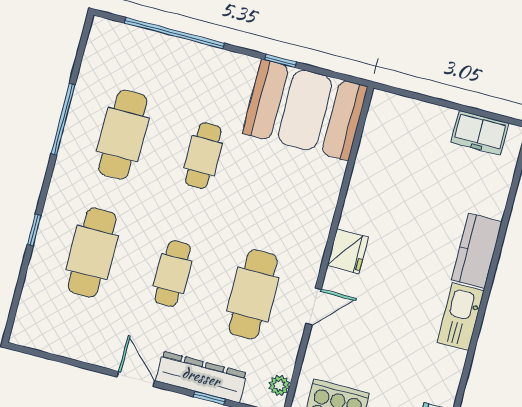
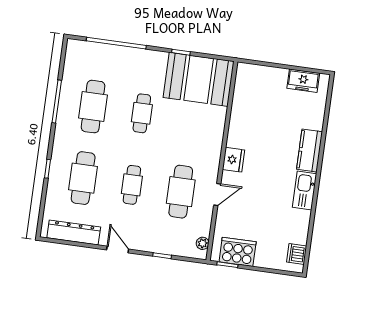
dresser: (201, 377) -> (74, 232), moved

